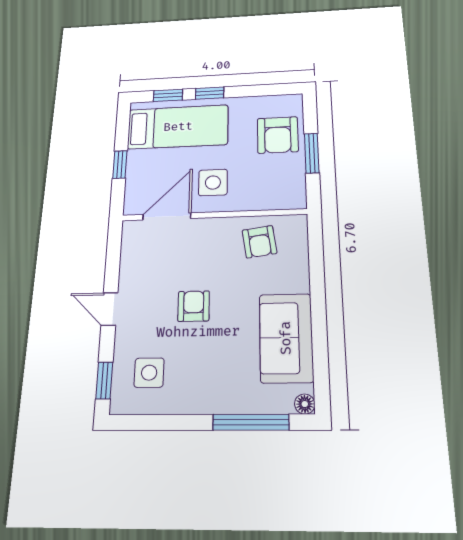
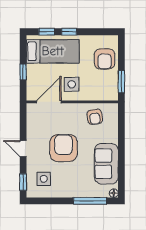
window: (312, 153) -> (121, 82), moved
armchair: (194, 306) -> (64, 148), width x1.88, depth x1.88

